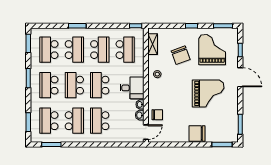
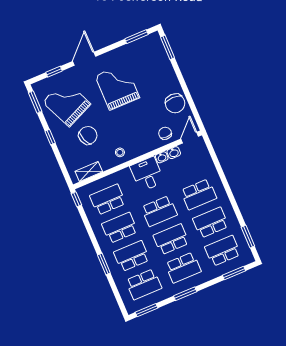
grand piano: (212, 50) -> (67, 103), turned 66
school desk: (74, 85) -> (171, 239), turned 180
school desk: (49, 121) -> (223, 251), turned 180
door: (146, 132) -> (190, 138), hinge flipped
chair: (197, 134) -> (175, 103), moved

